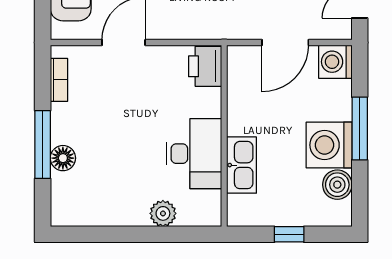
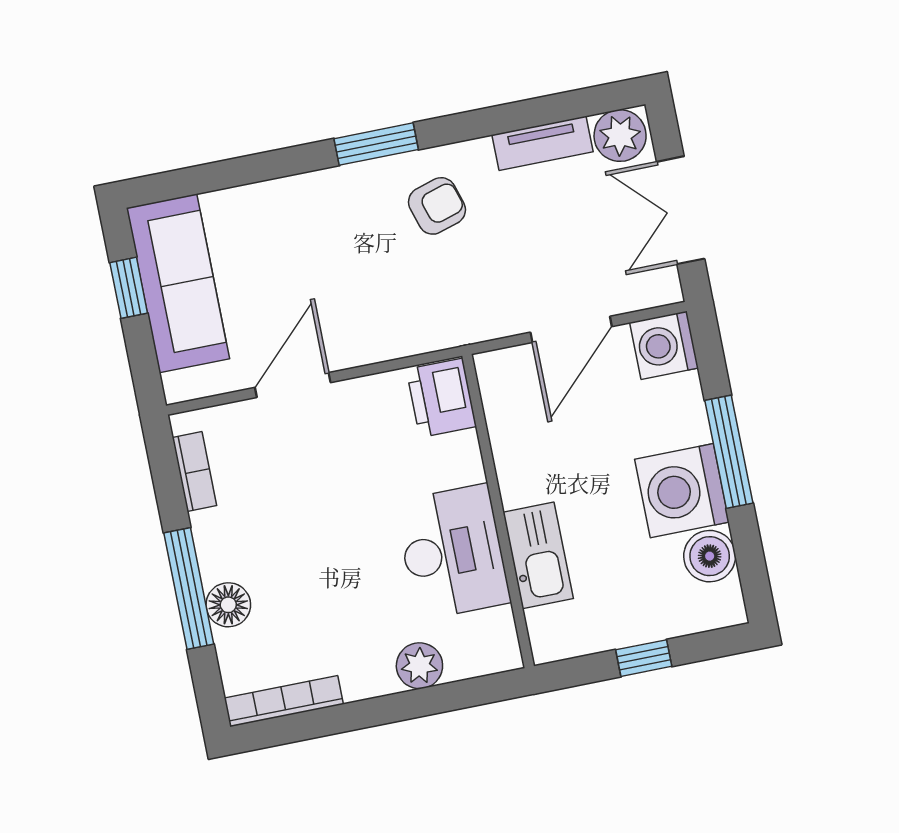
bookcase: (83, 218) -> (284, 701), added

